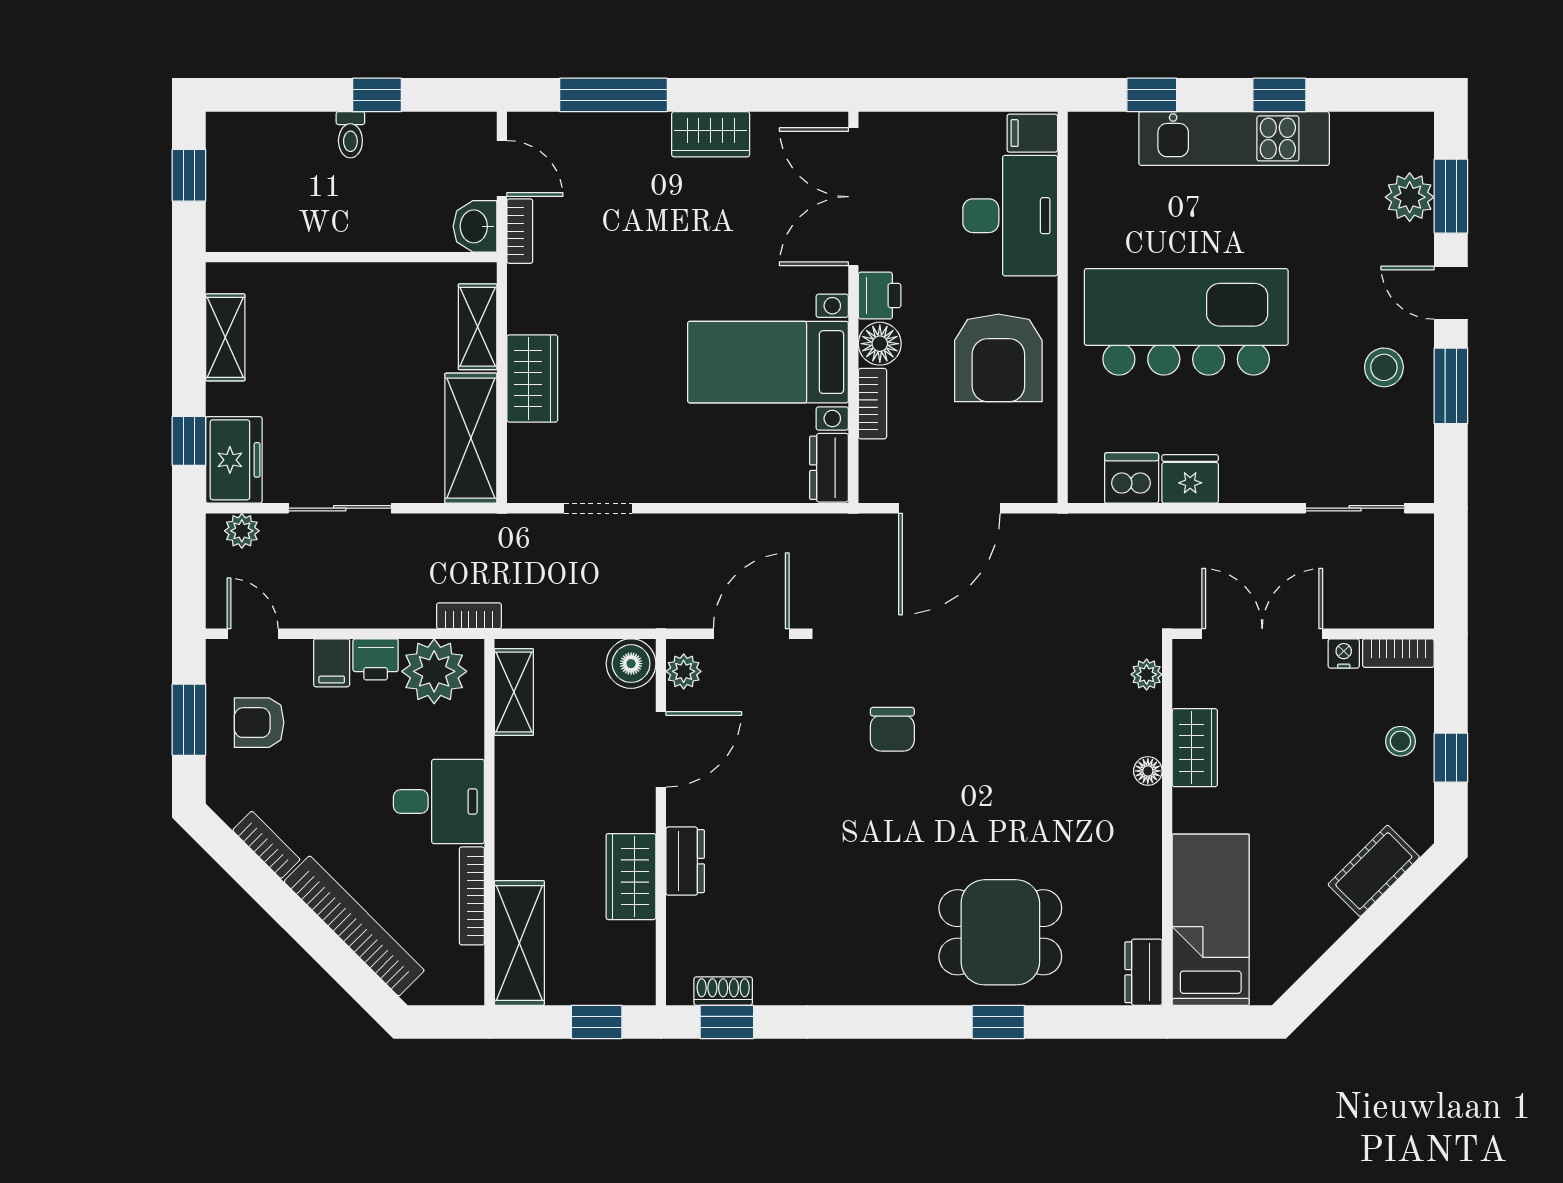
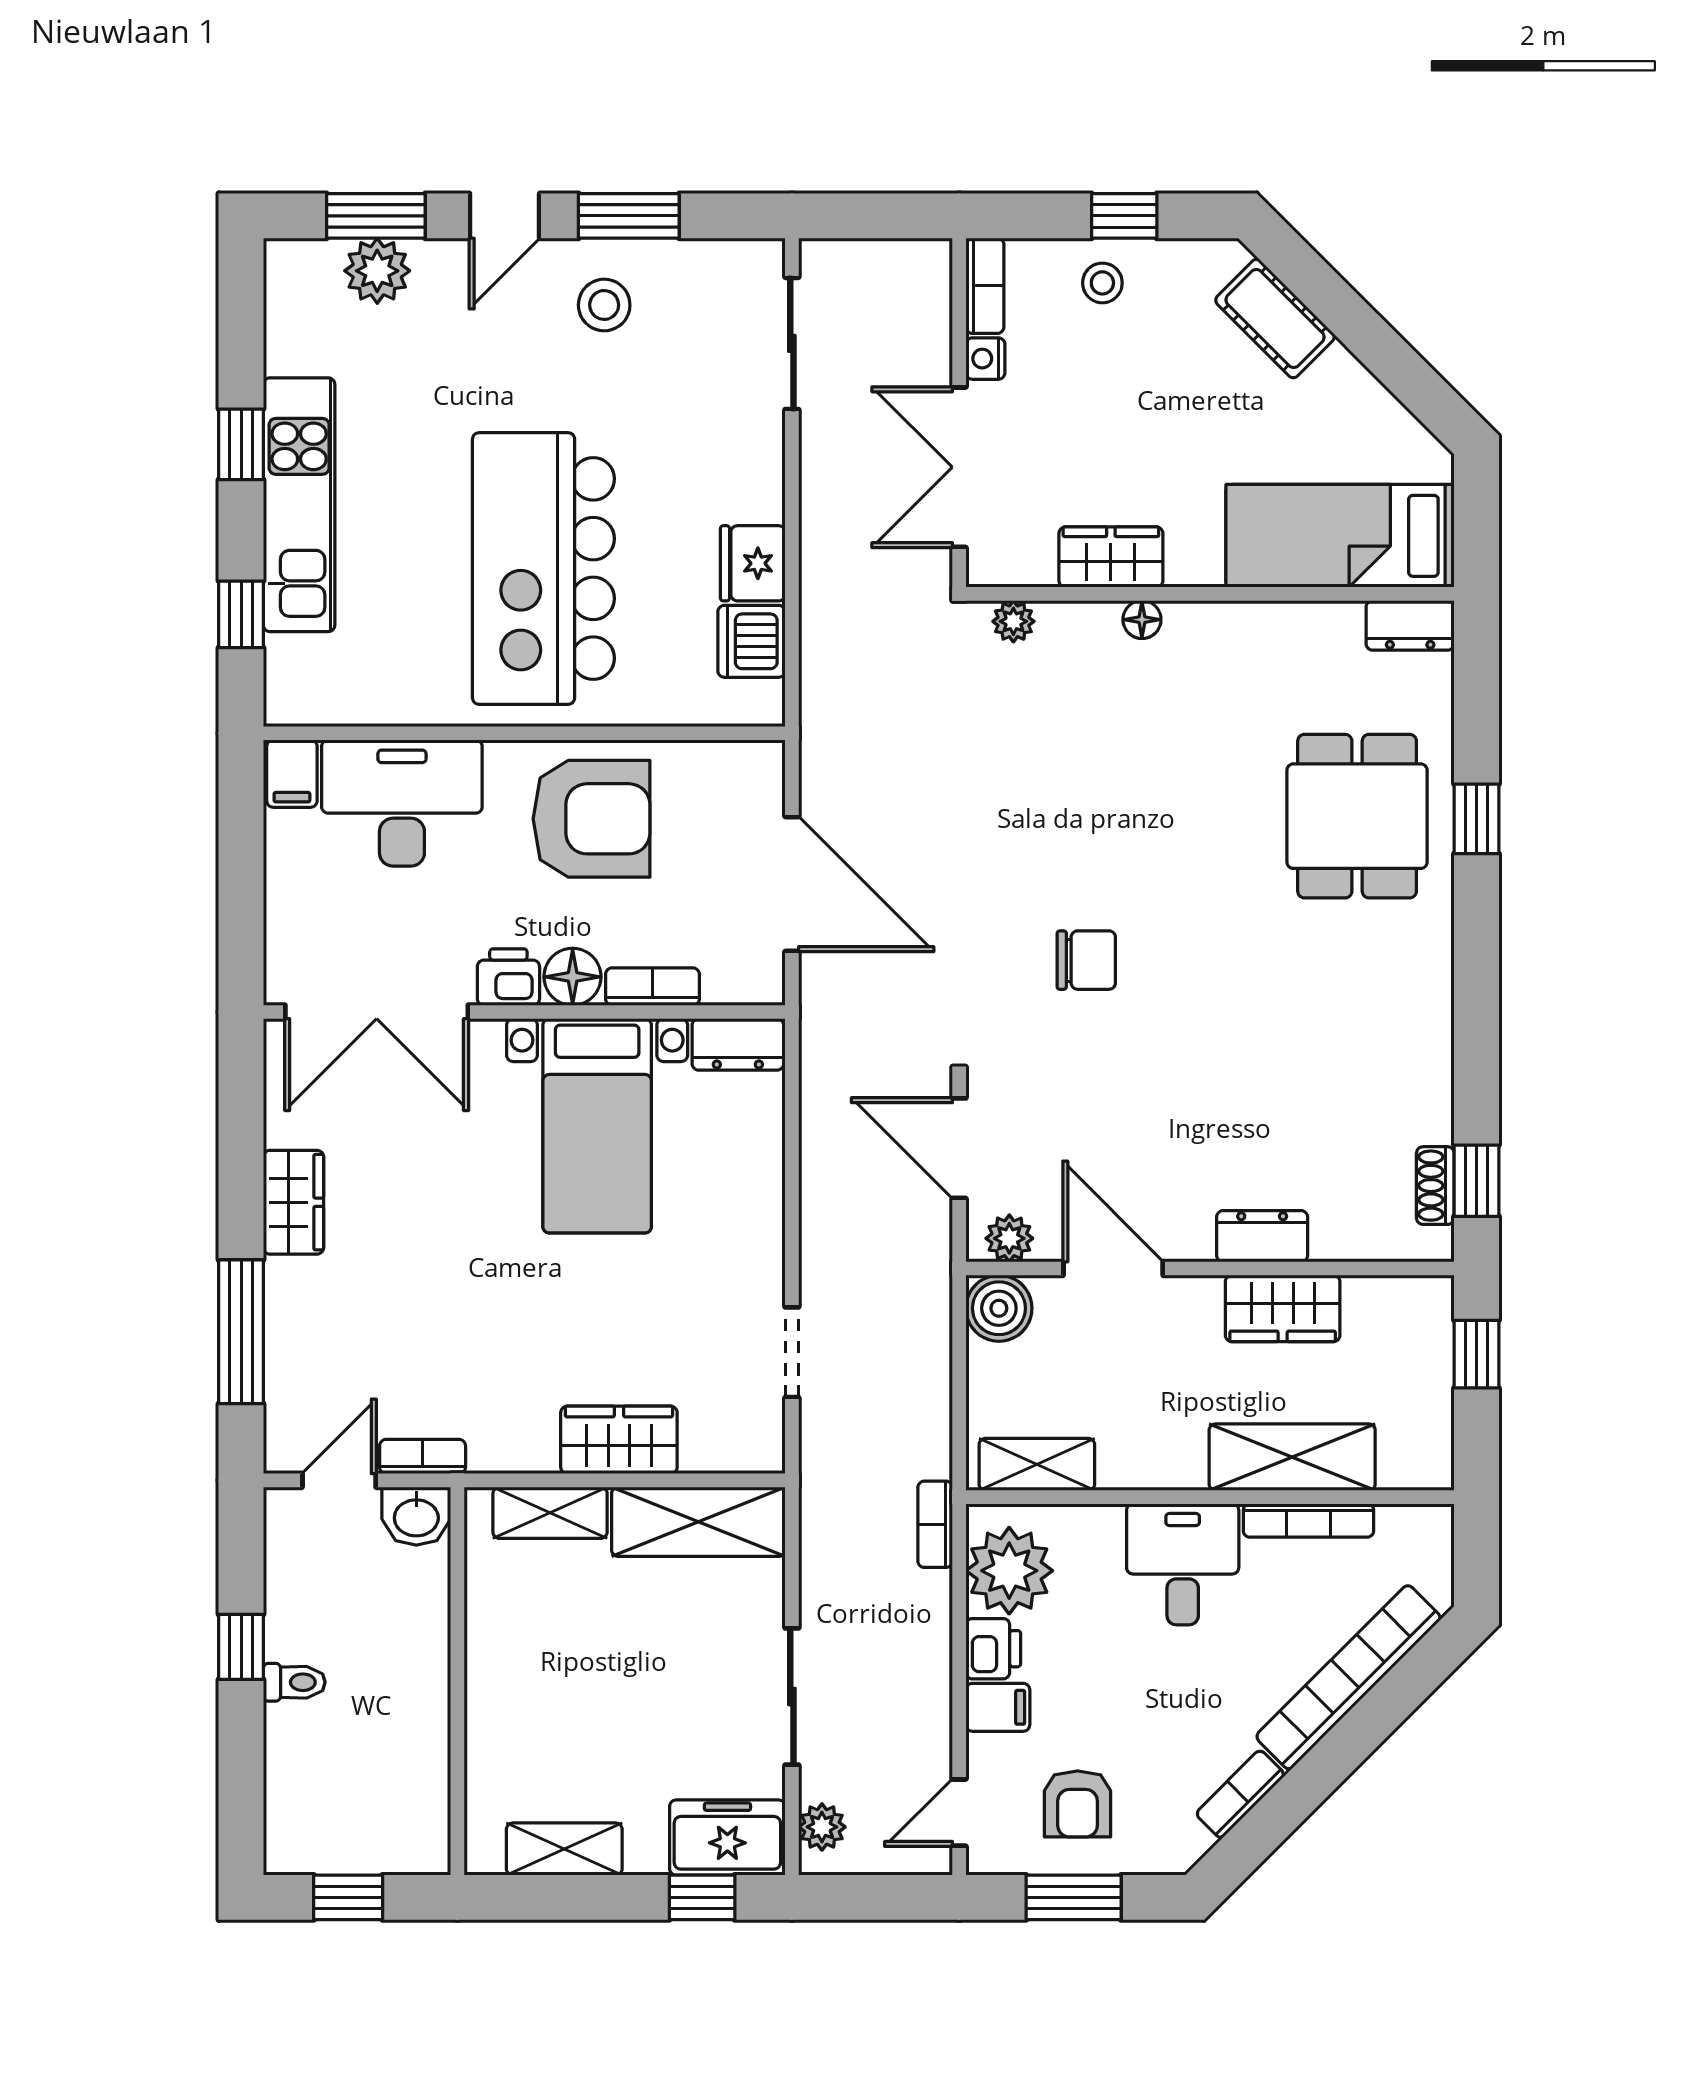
shelving: (519, 943) -> (1292, 1457), moved

